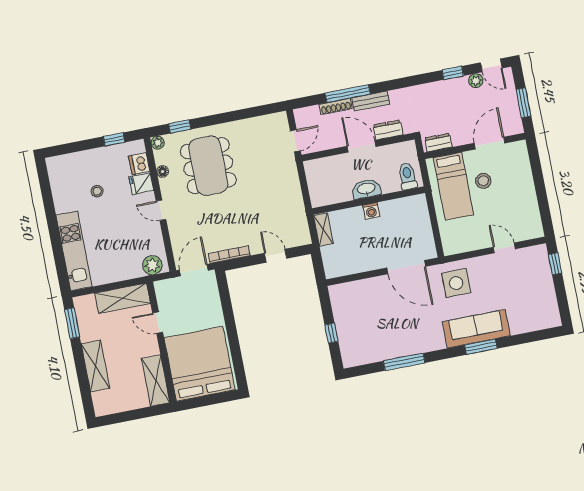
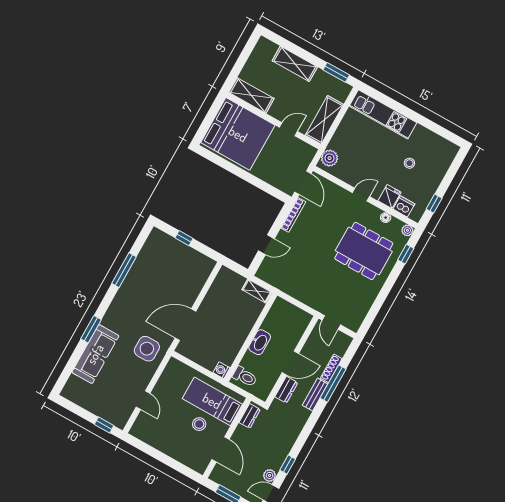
washing machine: (371, 211) -> (222, 370), moved
door: (504, 248) -> (143, 400), hinge flipped
sofa: (476, 329) -> (95, 354), moved

